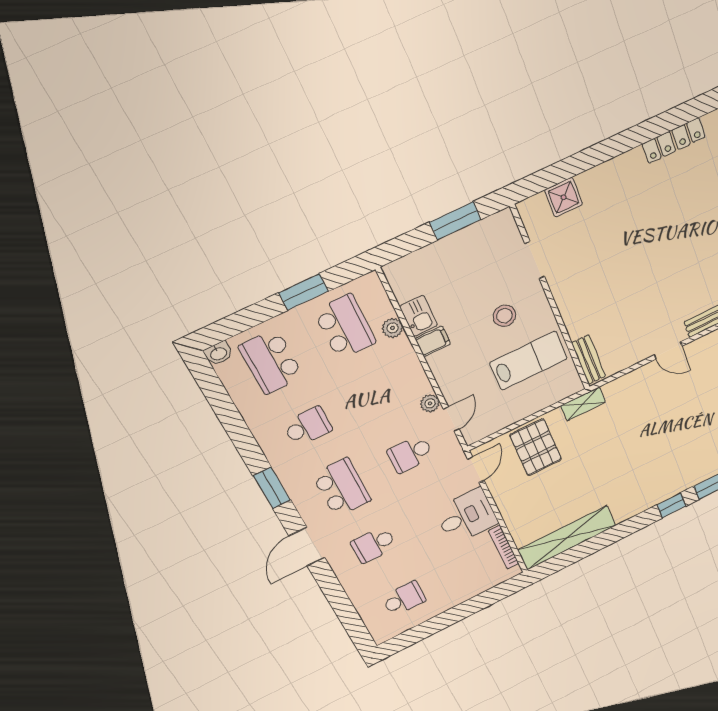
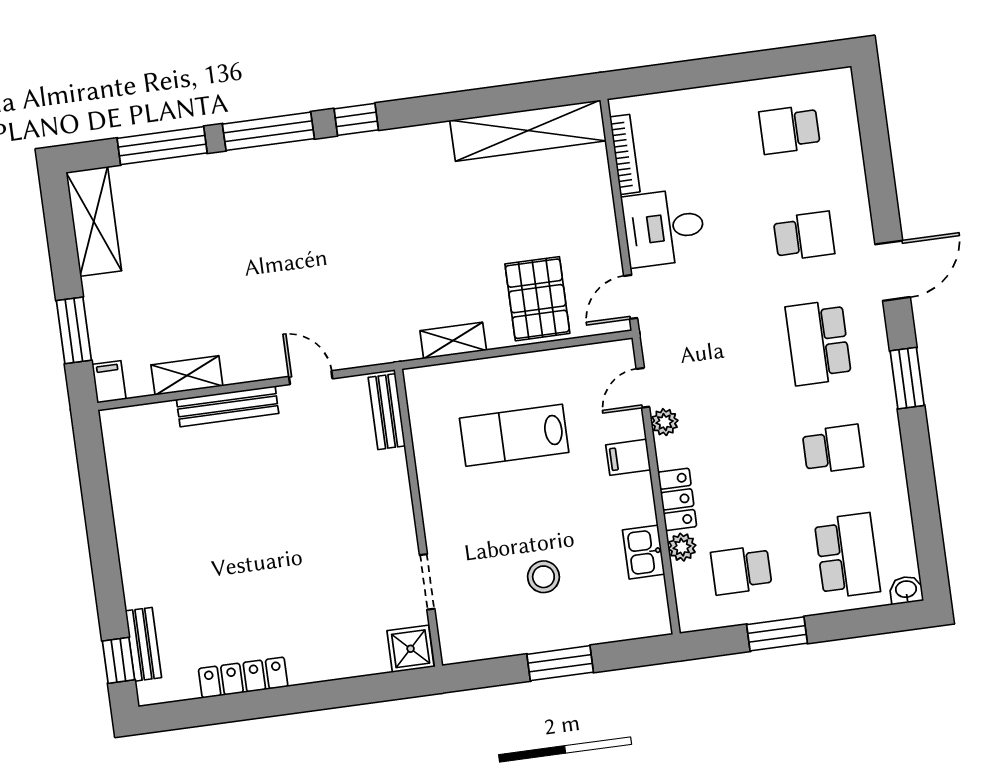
doorway: (535, 260) -> (427, 582), moved
wall: (551, 300) -> (418, 518), moved
stool: (504, 316) -> (543, 577), moved
school desk: (345, 327) -> (741, 570), width x0.54
filing cabinet: (433, 341) -> (628, 457), moved
locker: (406, 358) -> (677, 499), added
bench: (589, 360) -> (387, 412), moved
school desk: (307, 427) -> (833, 449), turned 180
school desk: (410, 454) -> (713, 357), removed

